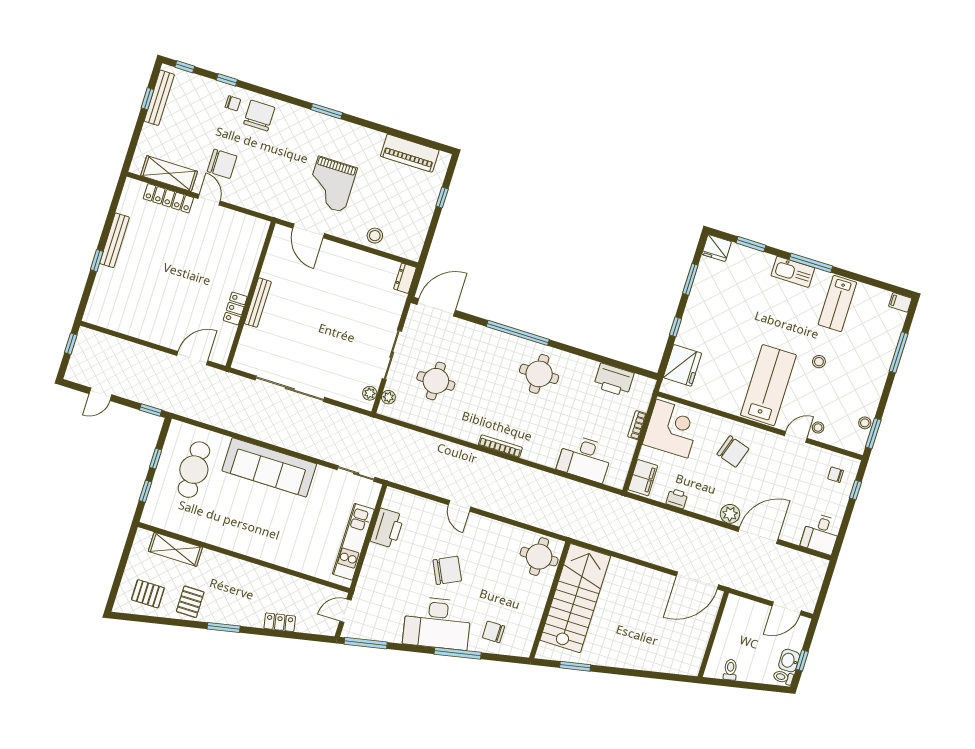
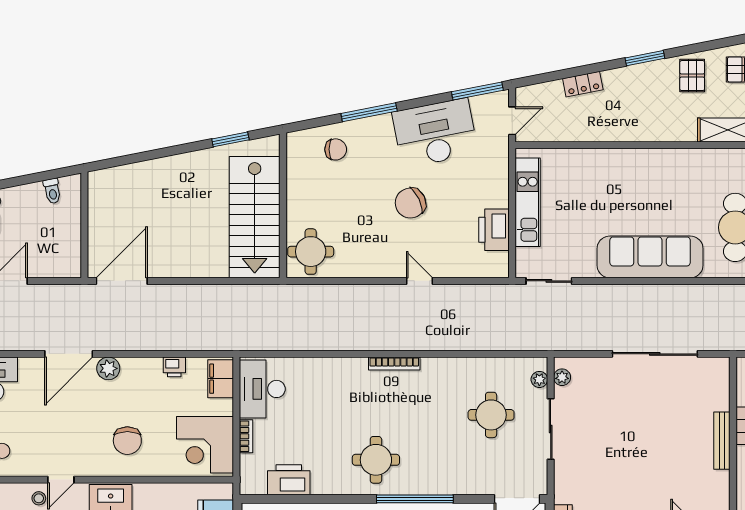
chair: (733, 452) -> (127, 441), turned -108
desk: (585, 458) -> (262, 389), moved, turned -90
desk: (437, 623) -> (435, 133), moved

